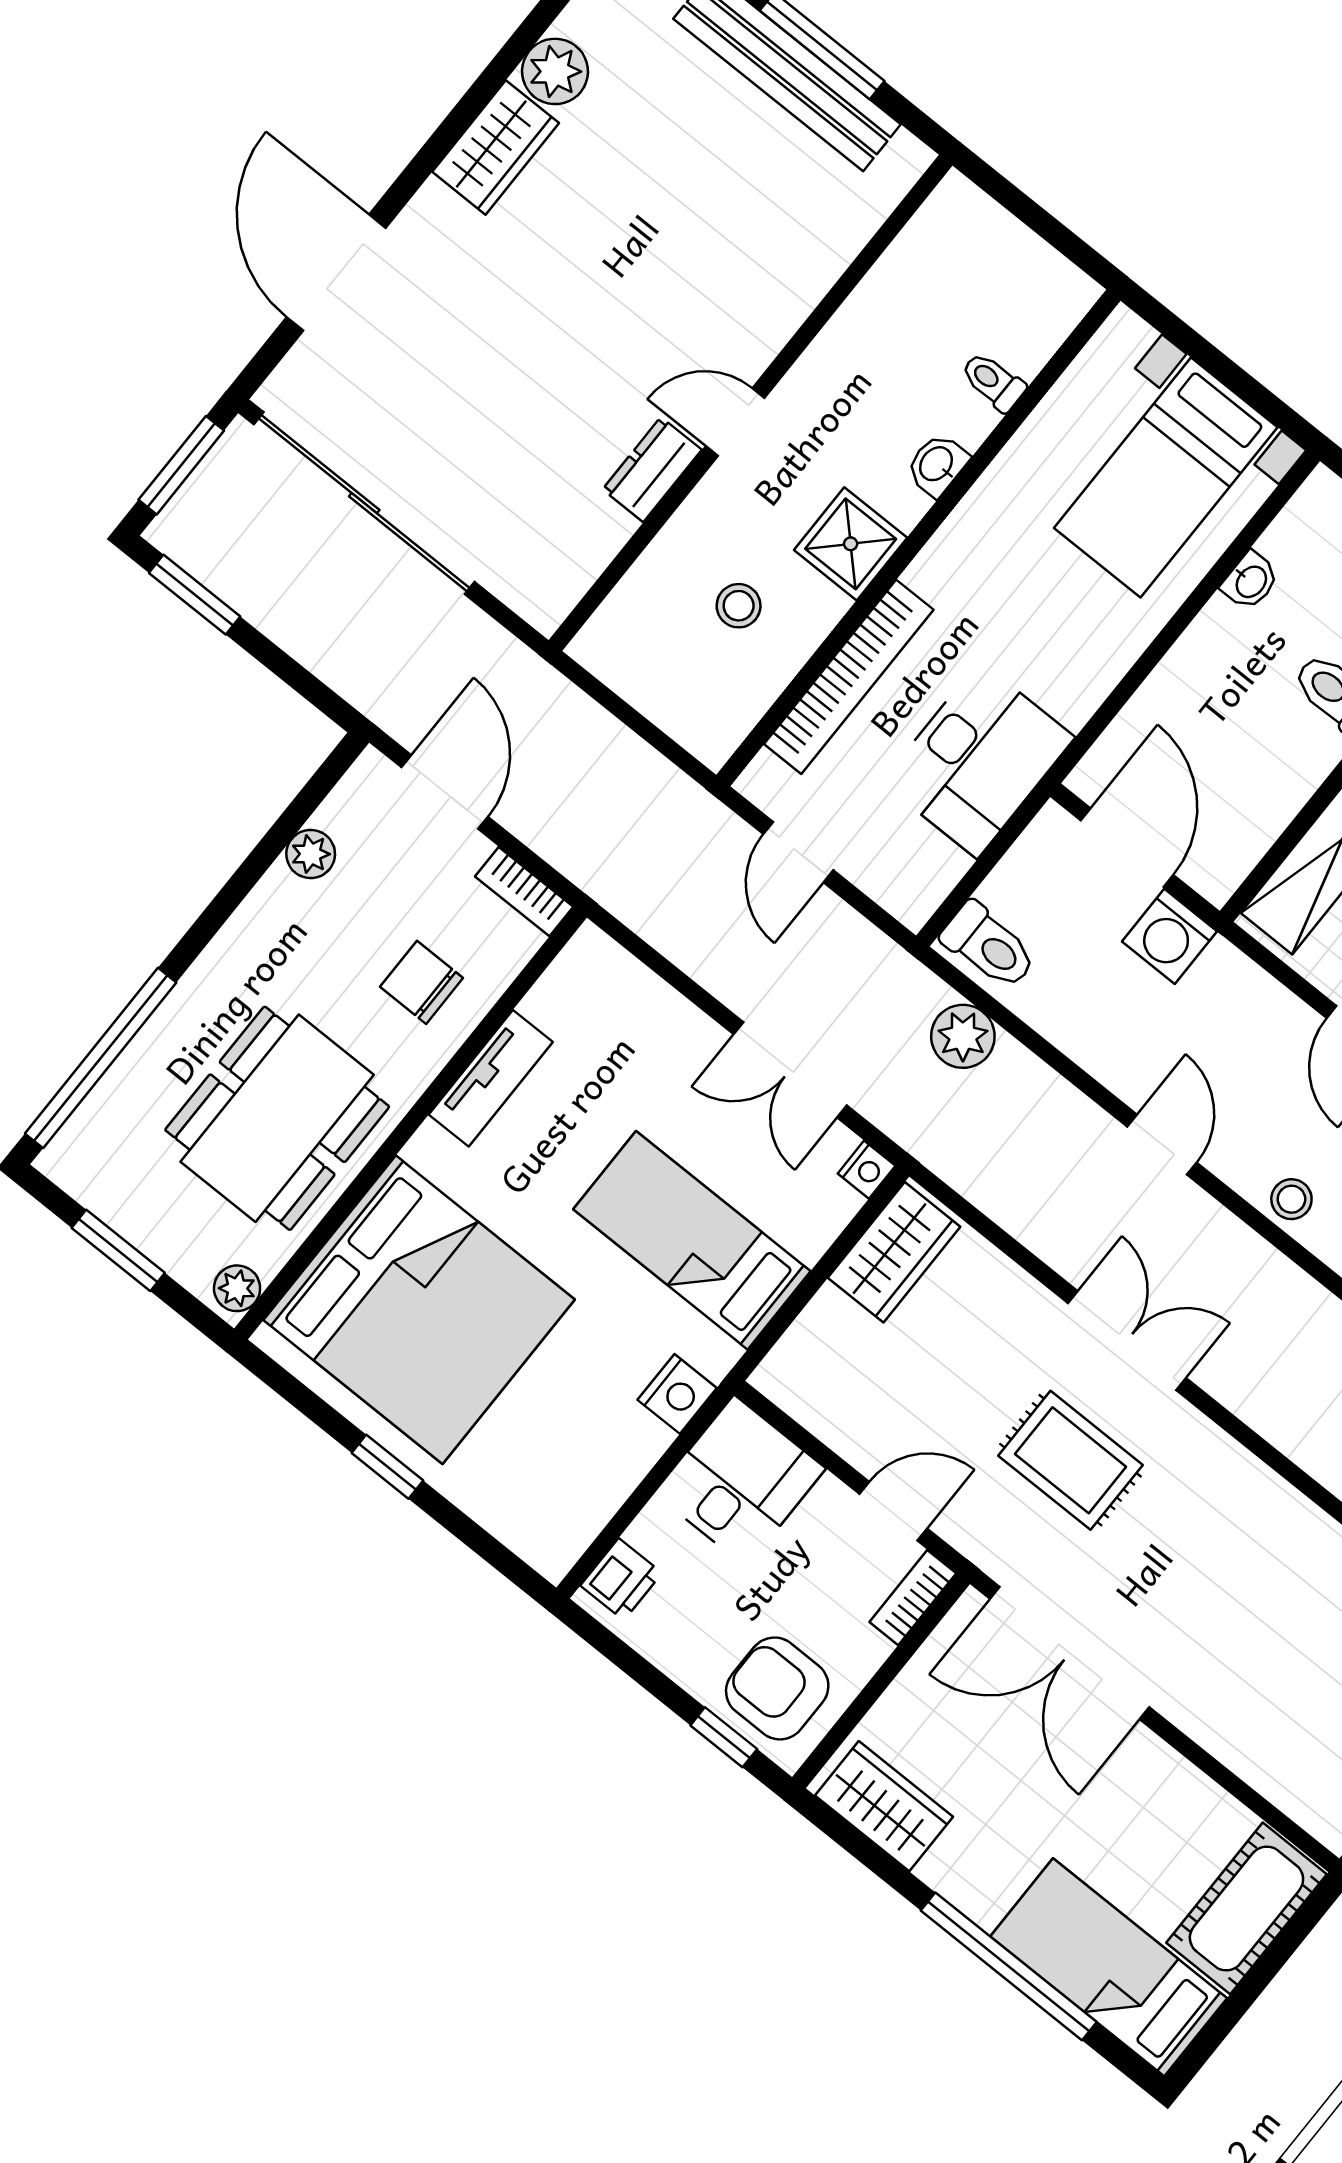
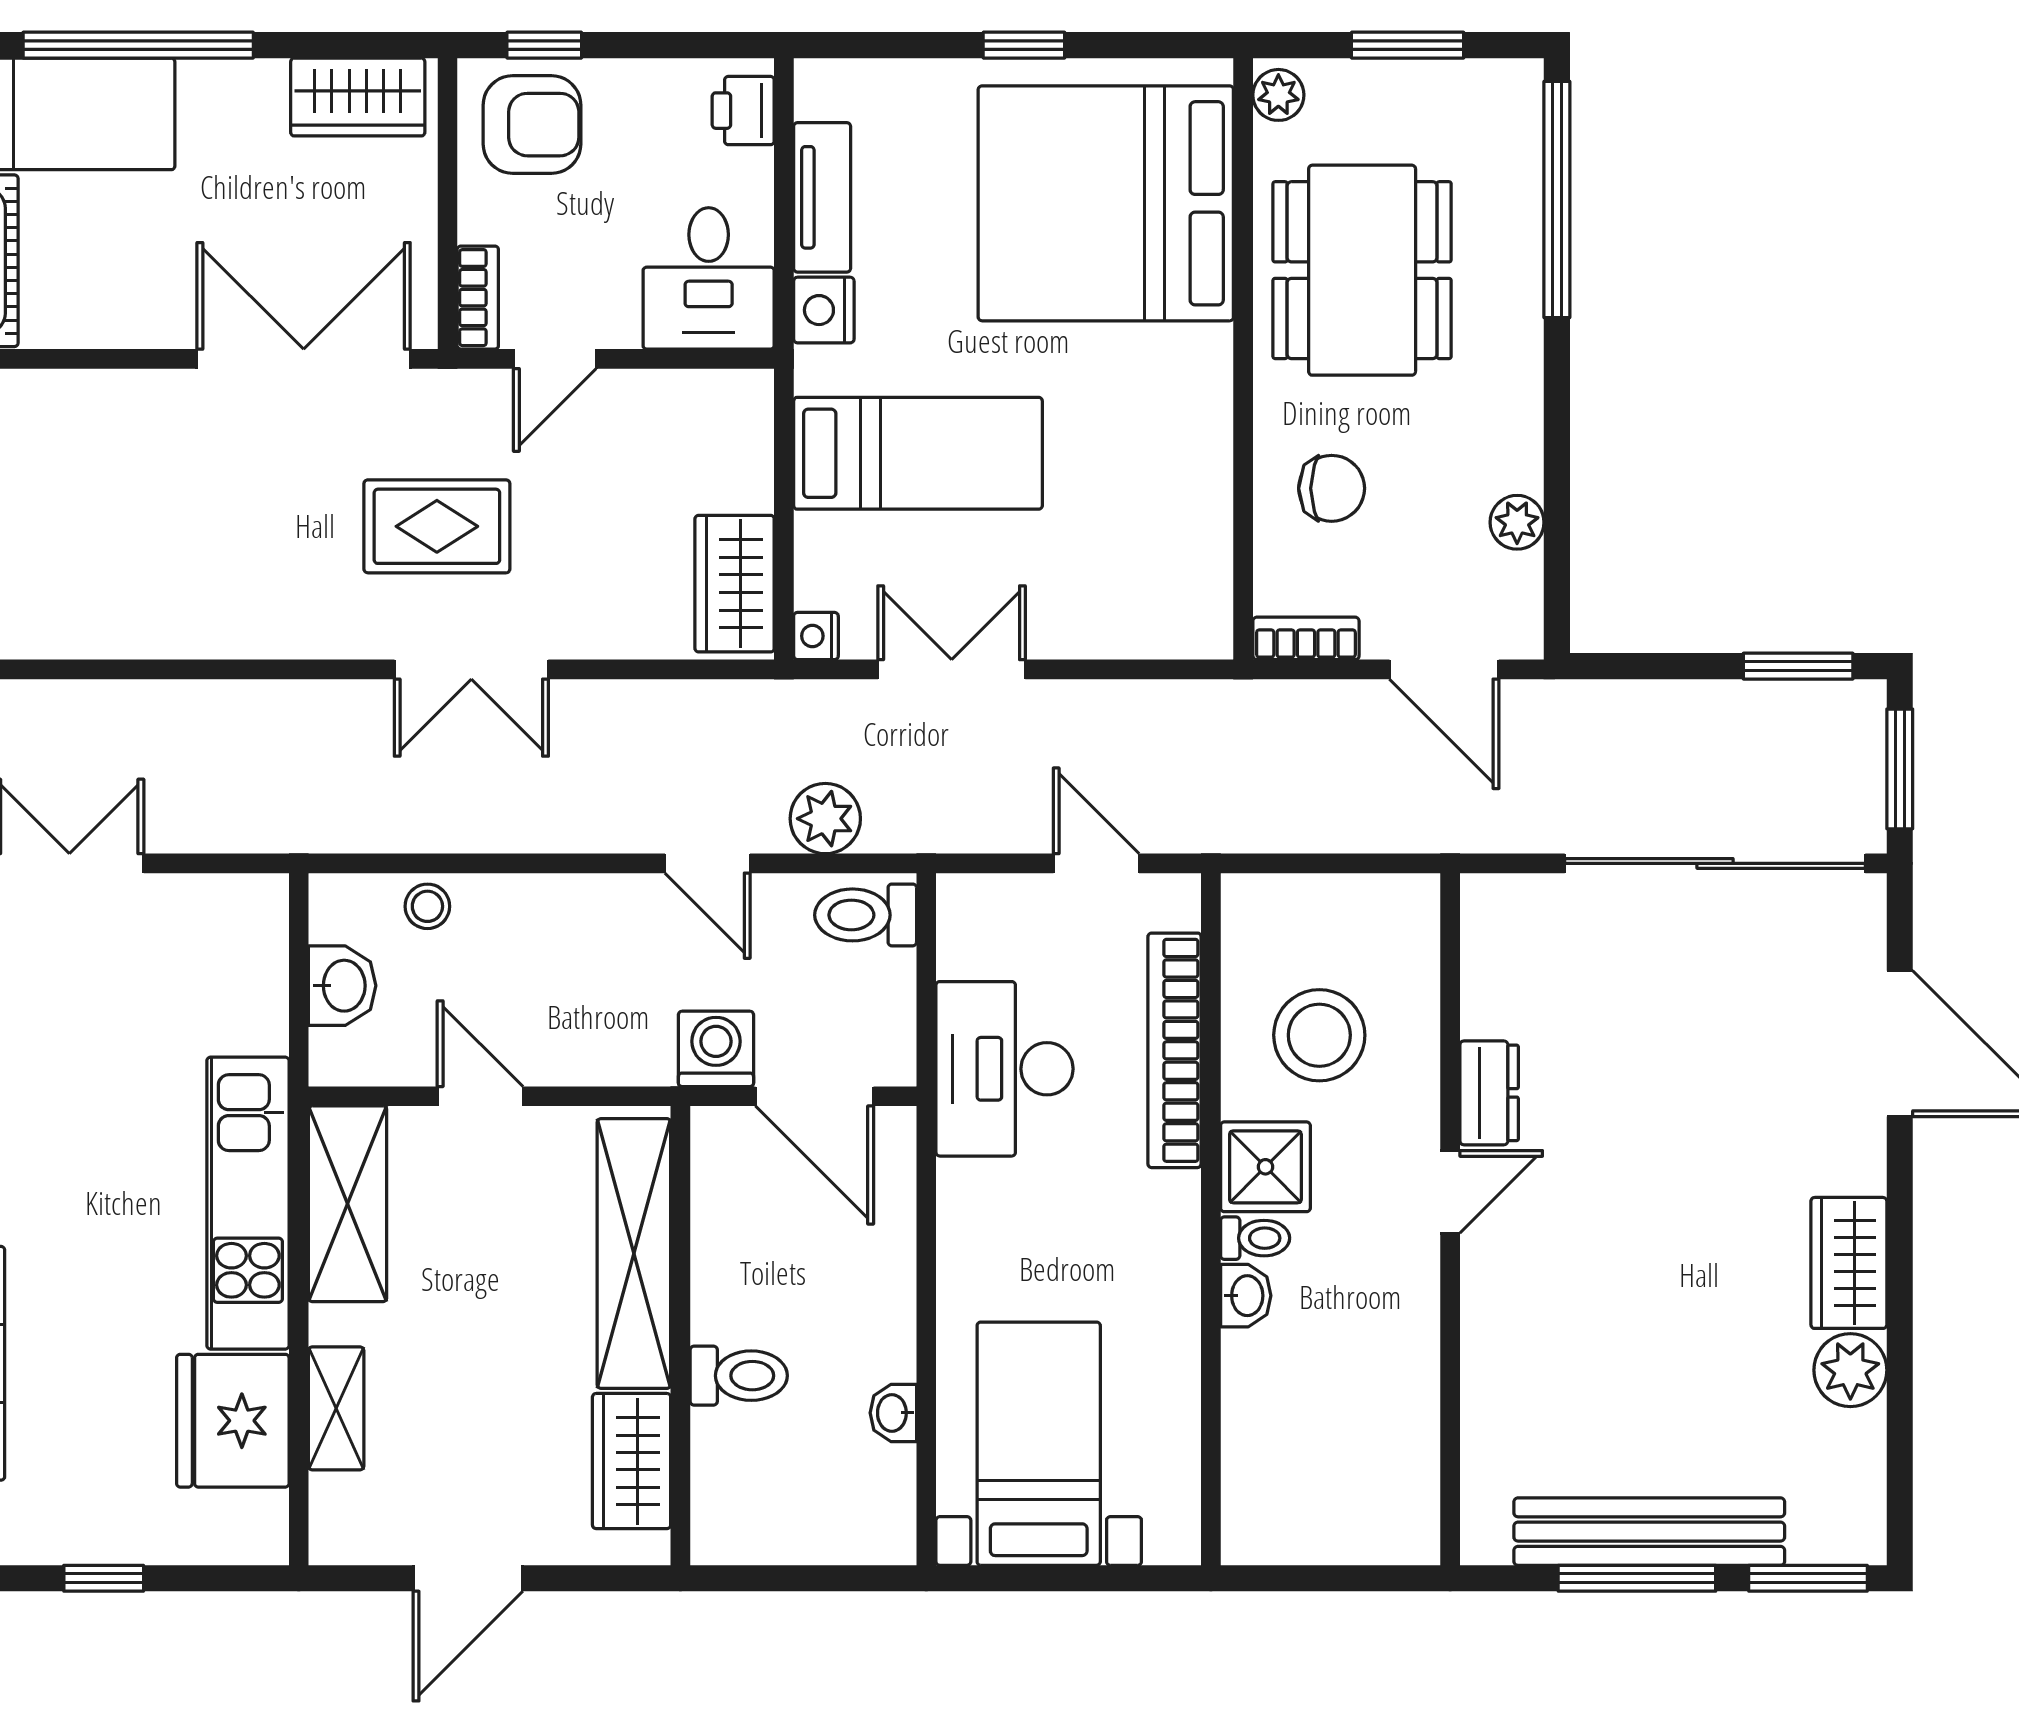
toilet: (993, 382) -> (1255, 1238), moved
stool: (739, 606) -> (1319, 1035), width x1.89, depth x1.89
tv unit: (491, 1078) -> (822, 197), moved, turned 180
door: (1162, 1145) -> (708, 863), moved

